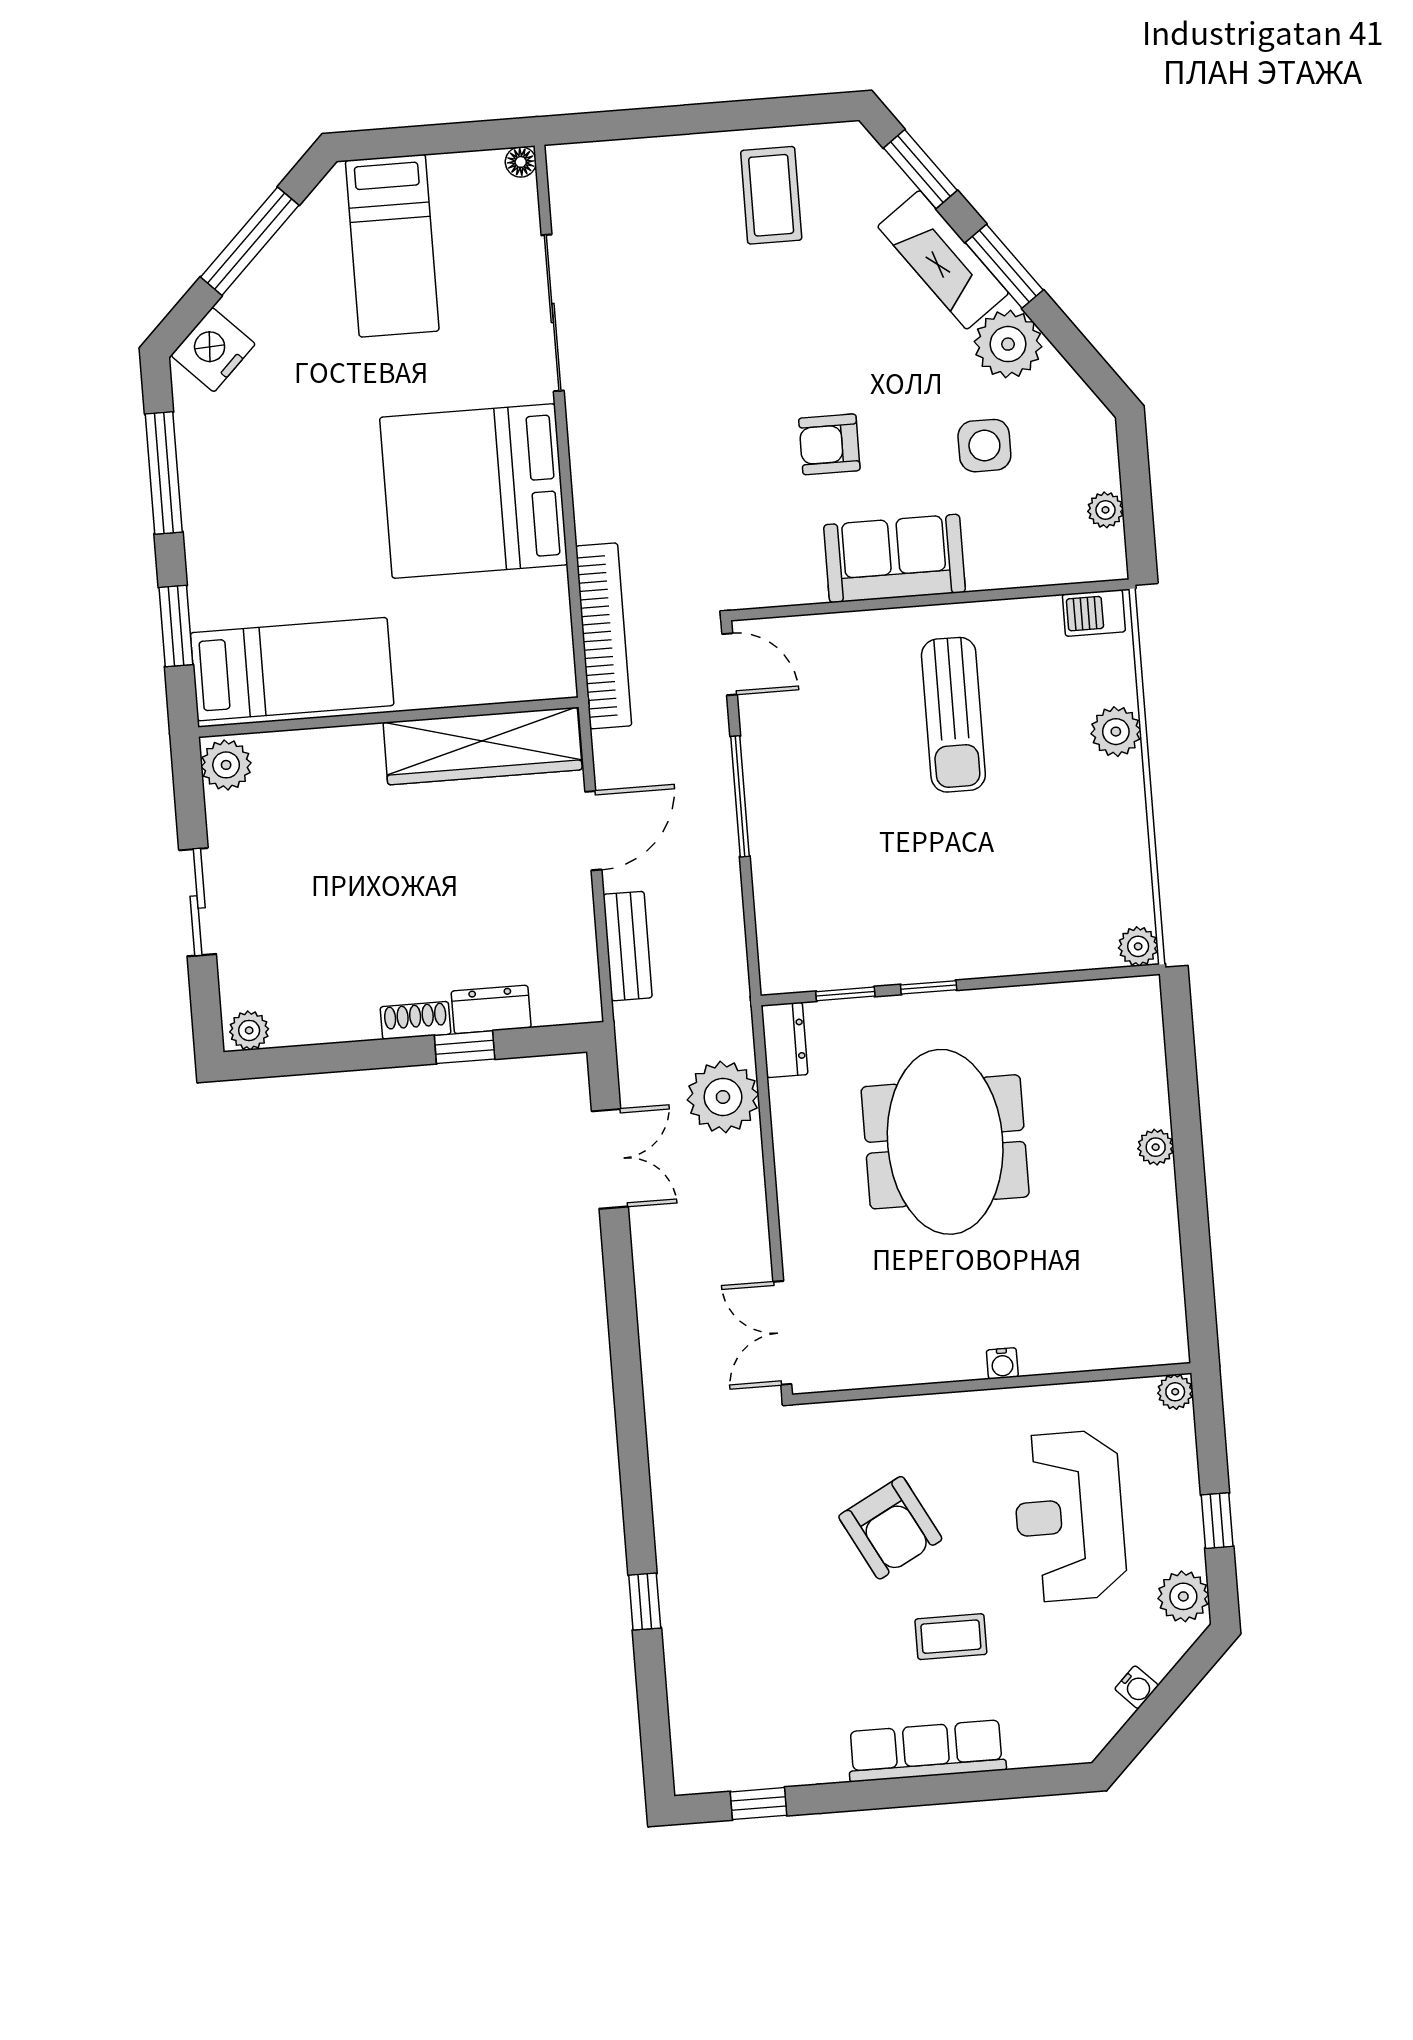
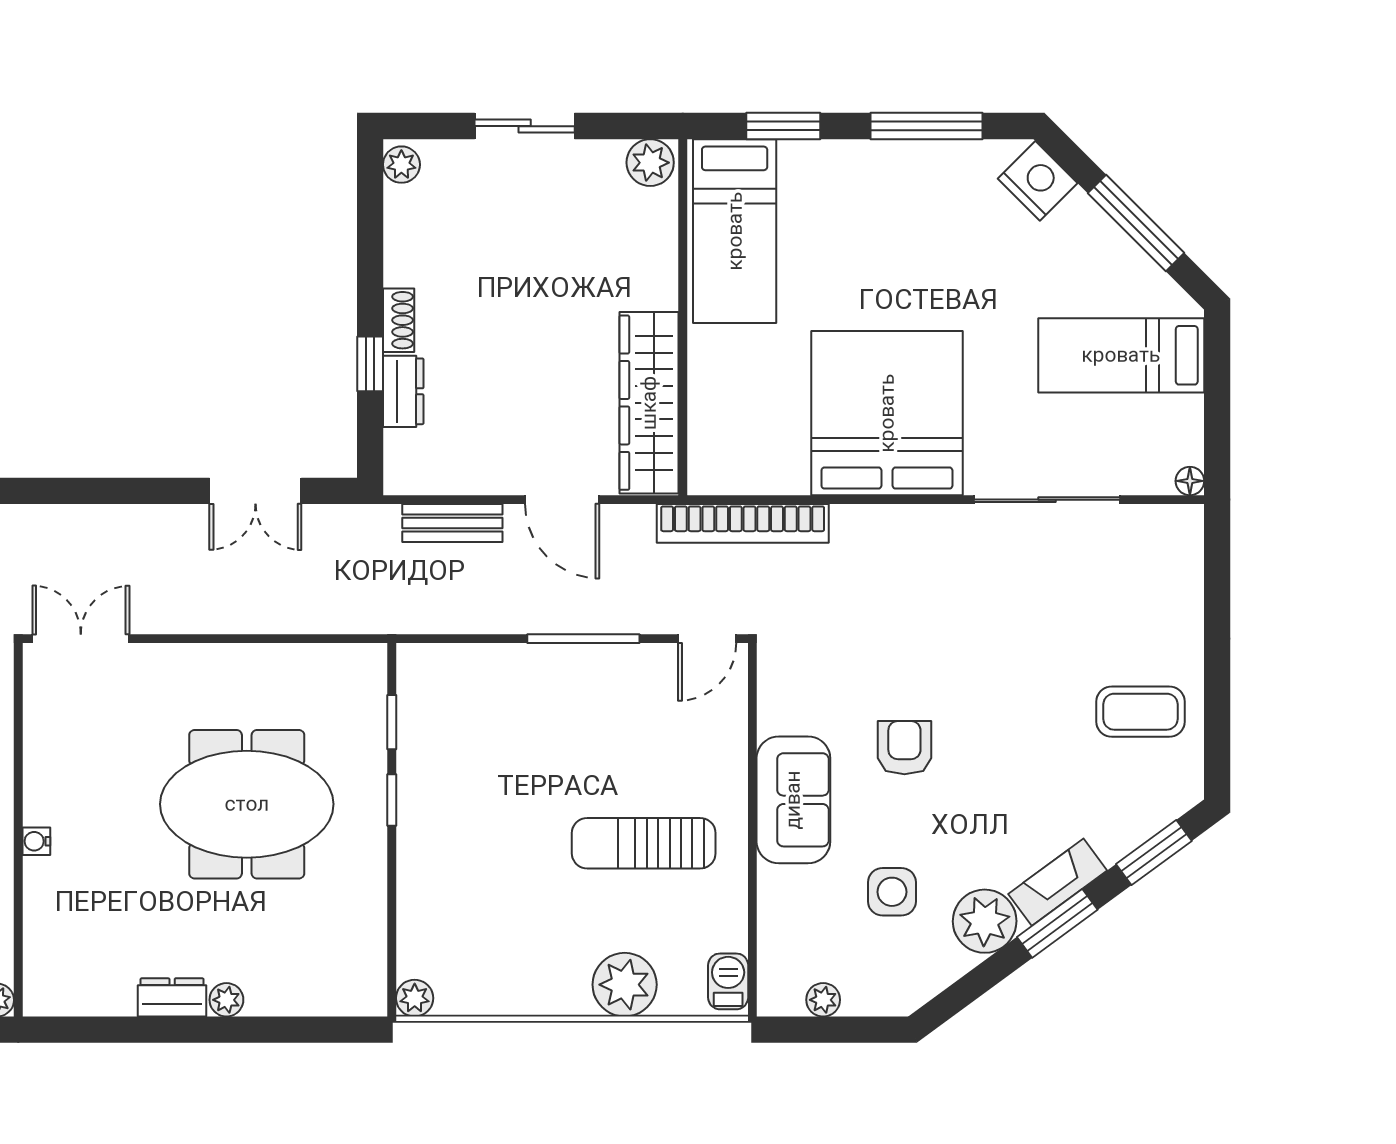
fireplace: (943, 260) -> (1058, 882), width x0.73, depth x0.76
plant: (1116, 732) -> (625, 985), width x1.36, depth x1.36
dresser: (784, 1040) -> (172, 997), moved, turned 180
plant: (723, 1097) -> (305, 601), removed

